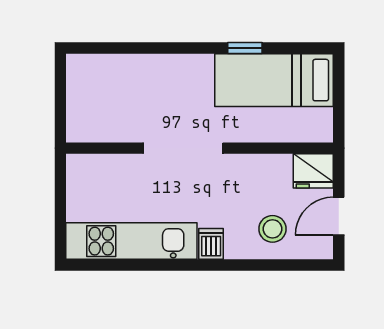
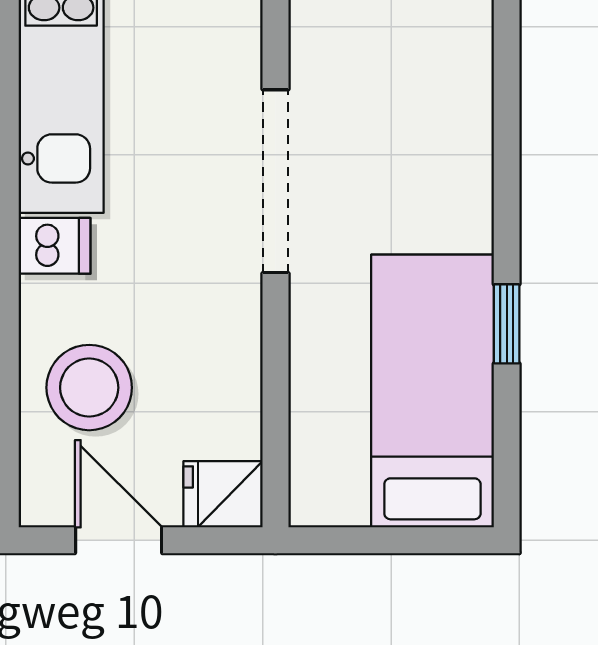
fridge: (313, 171) -> (223, 494), width x0.72
stool: (272, 229) -> (89, 388), width x1.38, depth x1.38

